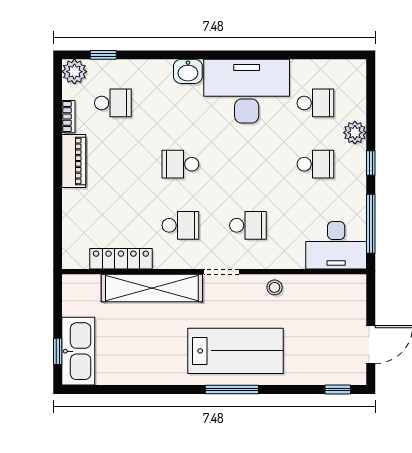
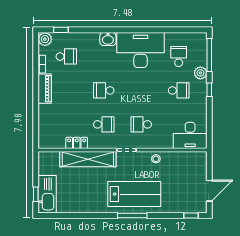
school desk: (315, 103) -> (179, 56), turned -90
window: (371, 224) -> (209, 55), moved
school desk: (248, 225) -> (141, 124), turned 180
locker: (121, 259) -> (77, 143), width x0.66

